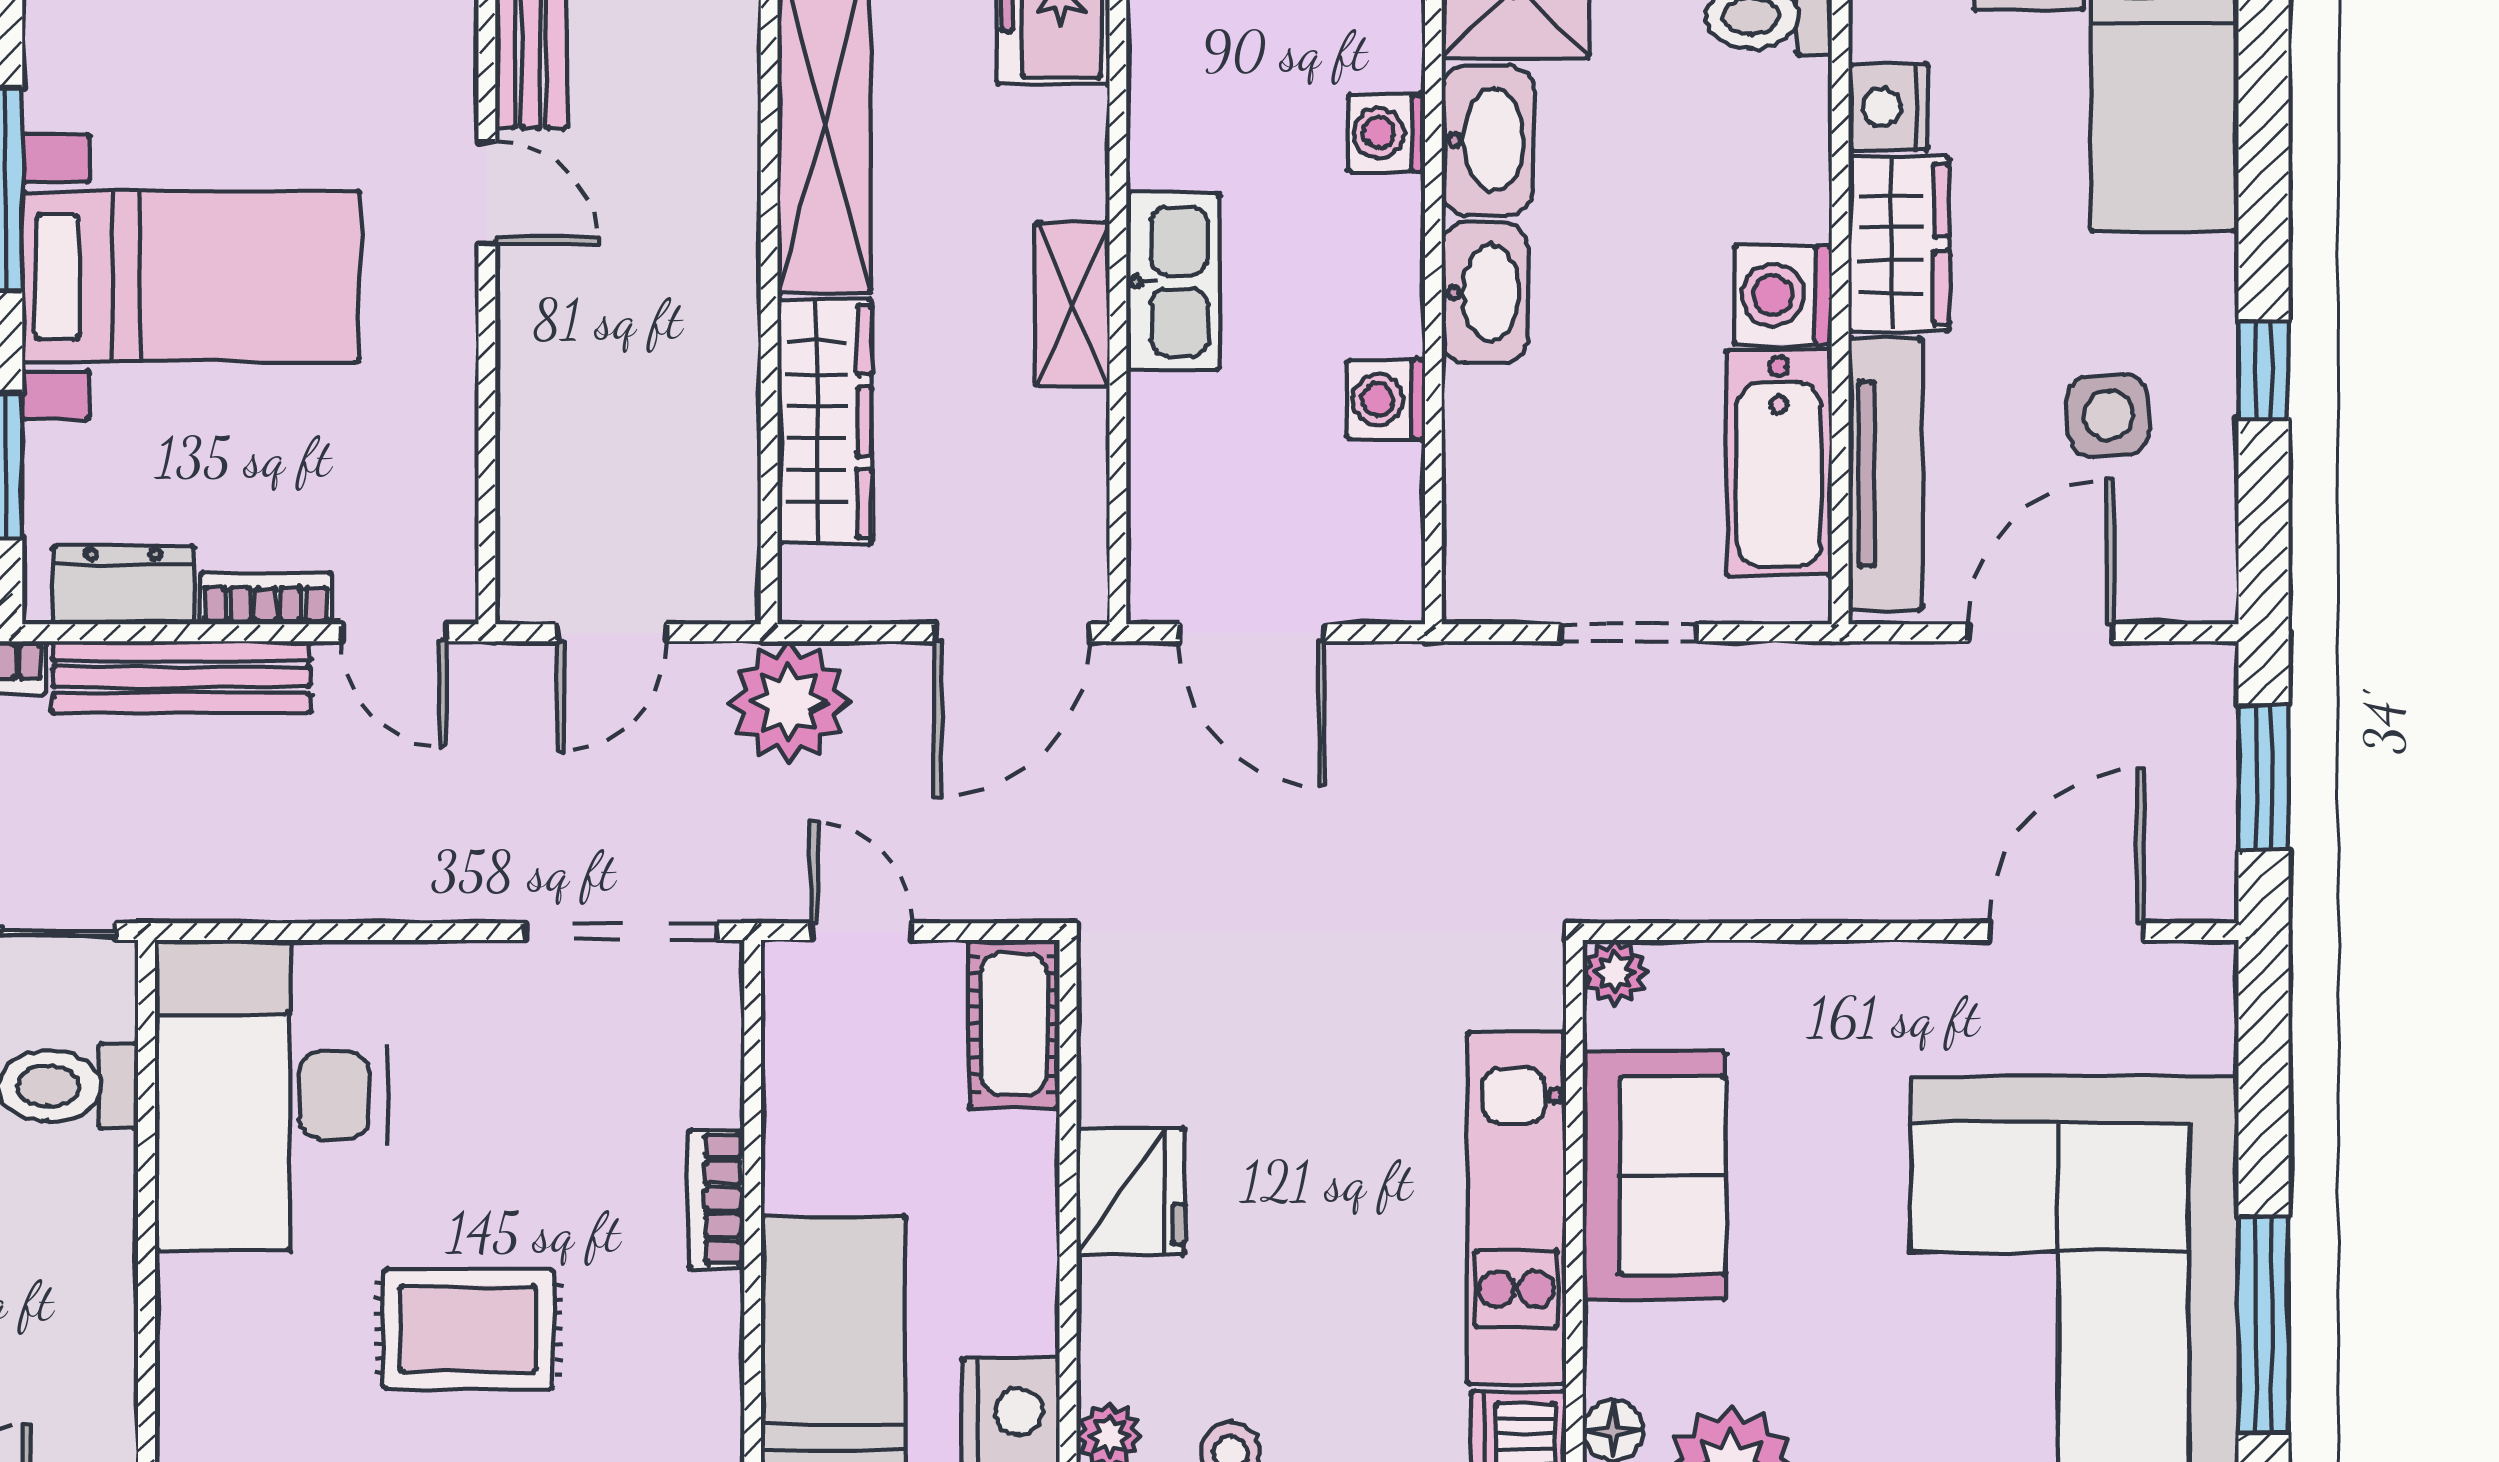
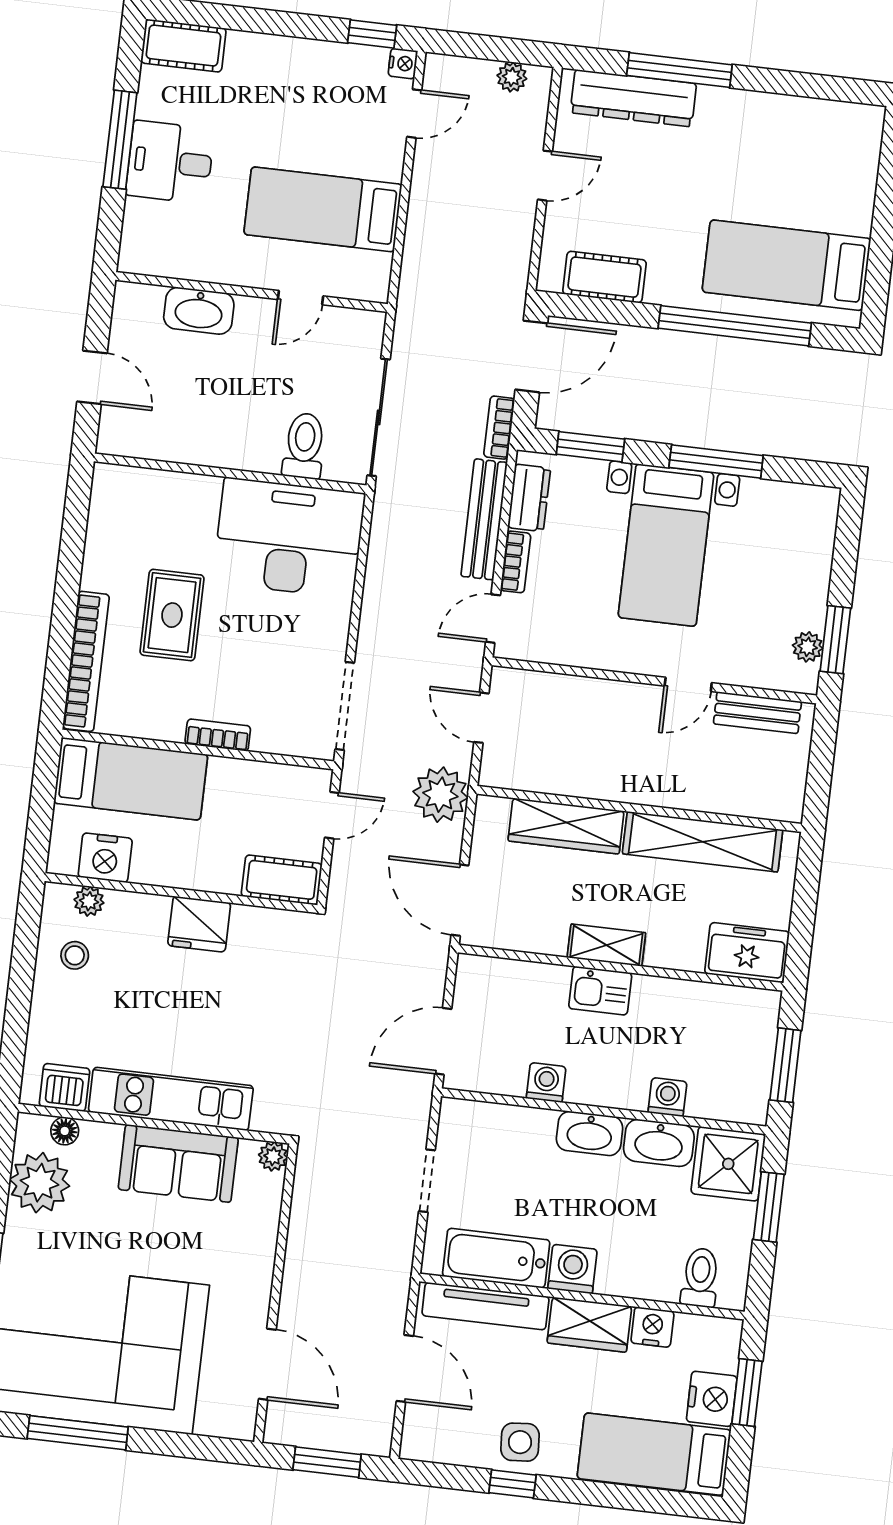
kitchen sink: (1173, 282) -> (600, 991), width x0.73
side table: (2108, 415) -> (520, 1442), moved
door: (1252, 633) -> (443, 1041), moved

